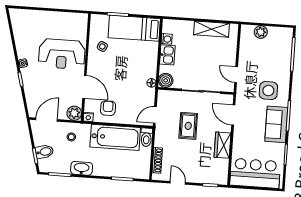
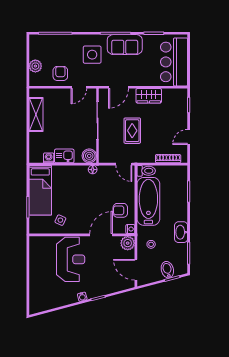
armchair: (252, 57) -> (60, 73), added
rug: (188, 126) -> (132, 131), turned 90

